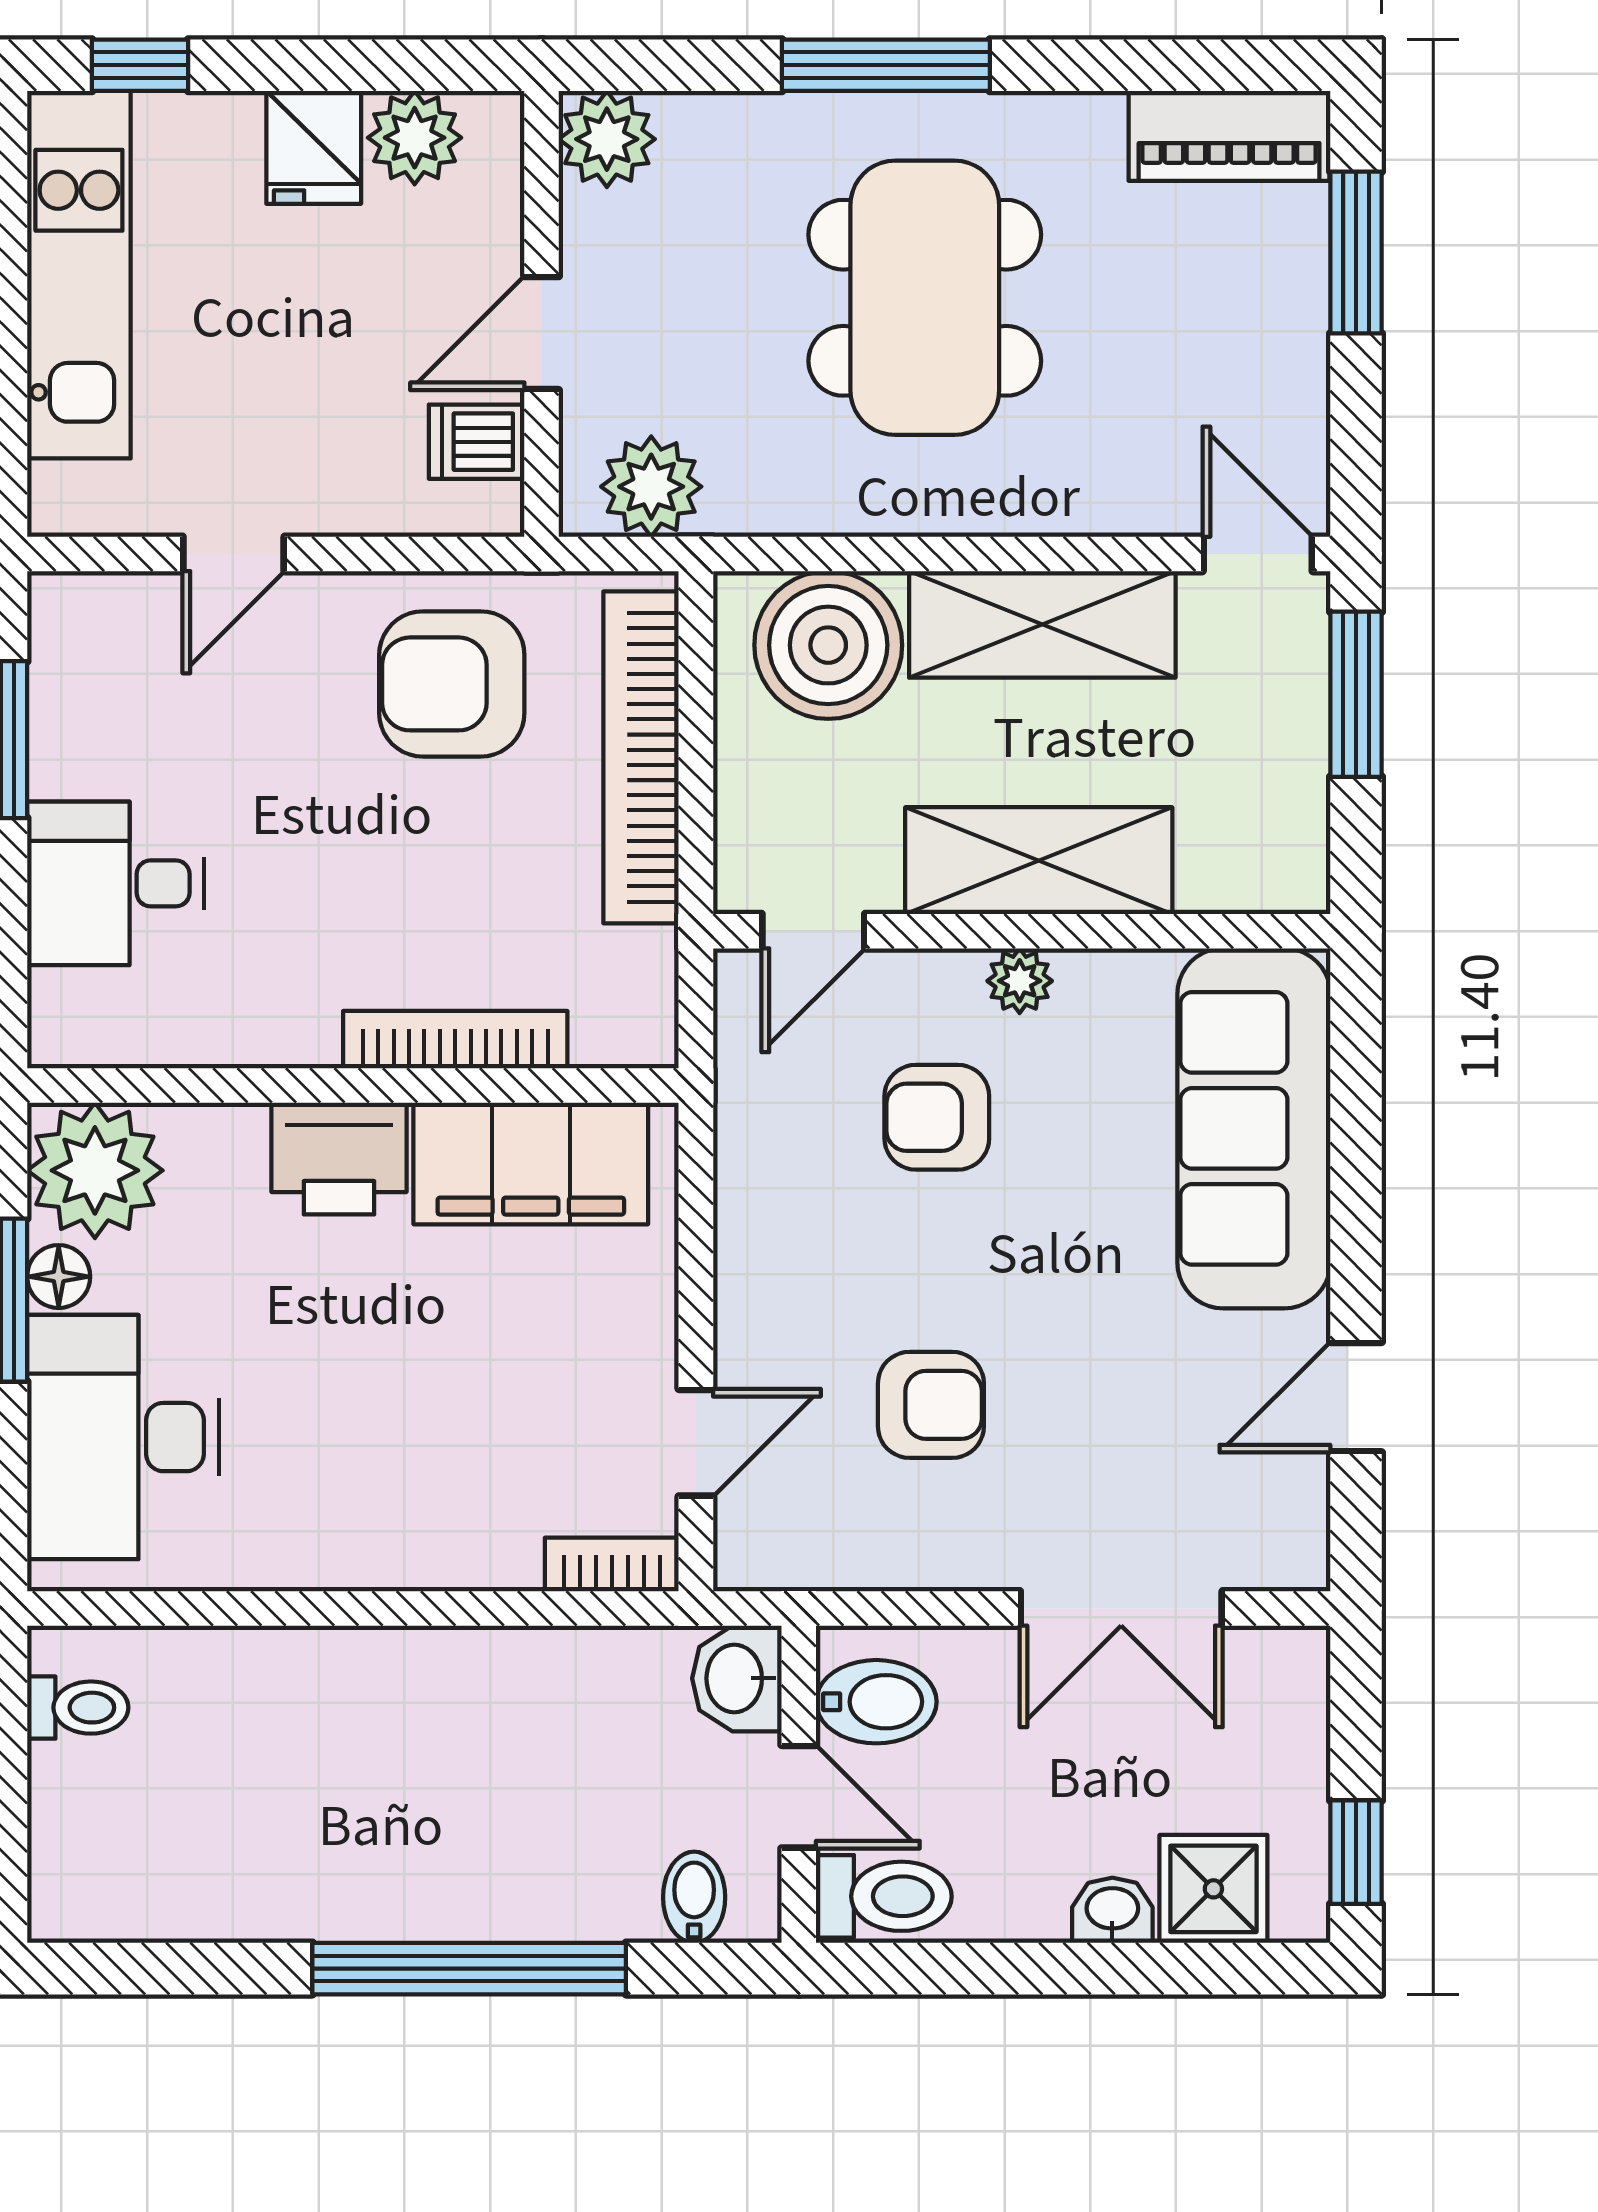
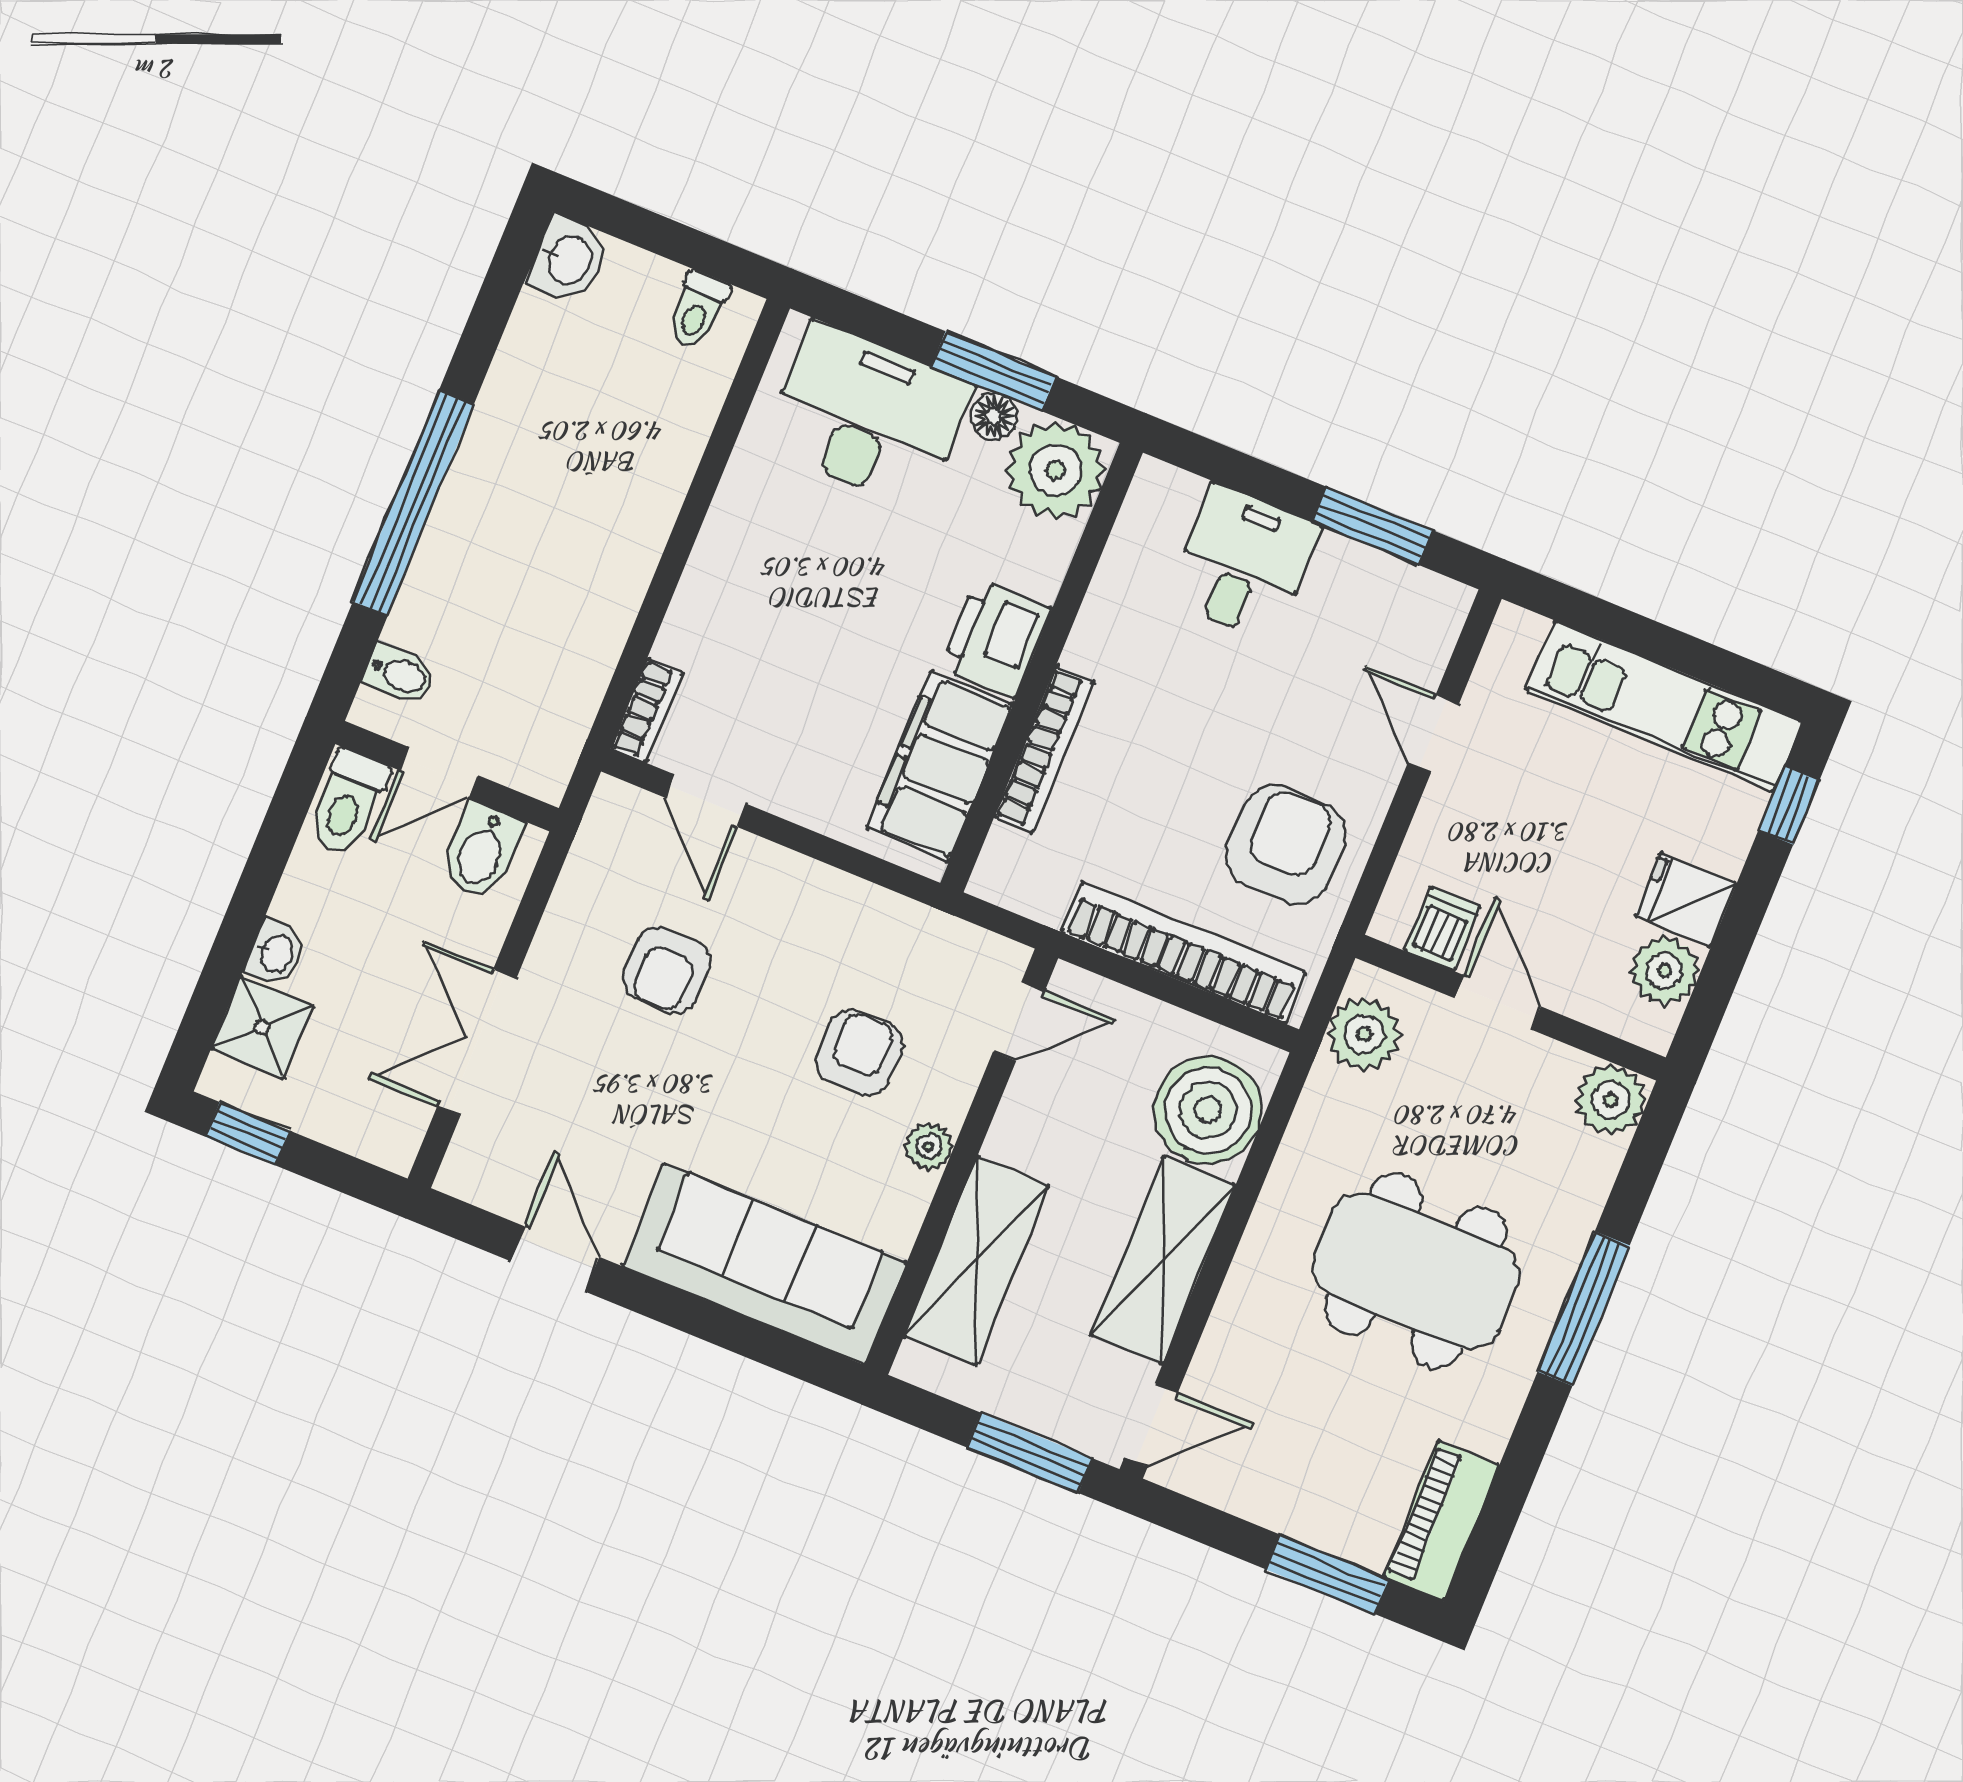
shelving: (1039, 861) -> (977, 1261), moved
door: (813, 931) -> (1019, 1021), swing flipped
washbasin: (737, 1678) -> (568, 260), moved, turned 90

